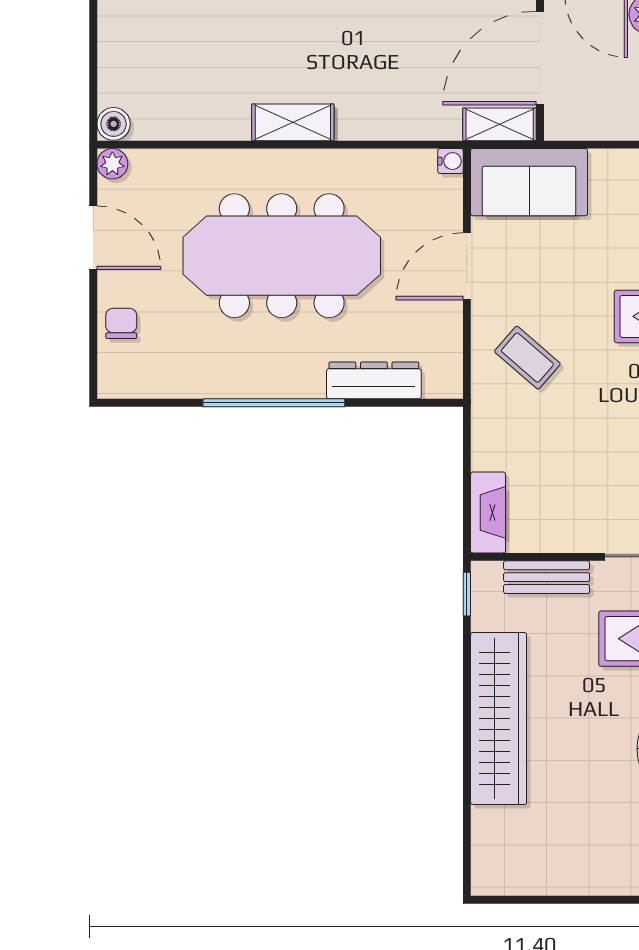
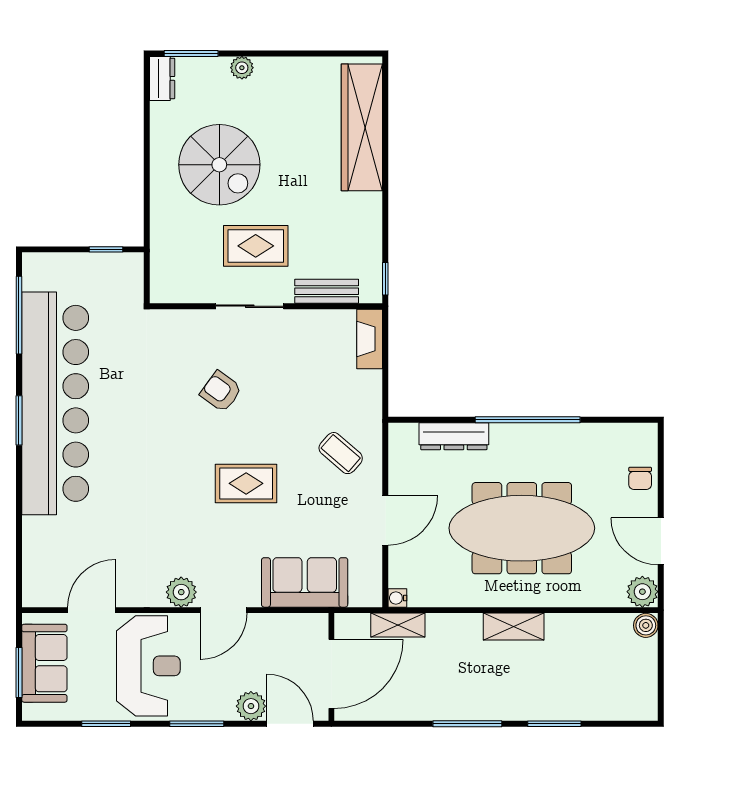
shelving: (500, 124) -> (398, 625), moved
plant: (112, 164) -> (642, 592), width x1.38, depth x1.38
sofa: (529, 182) -> (305, 582), moved
wardrobe: (499, 718) -> (362, 127), moved

